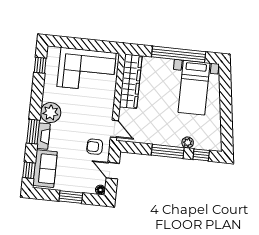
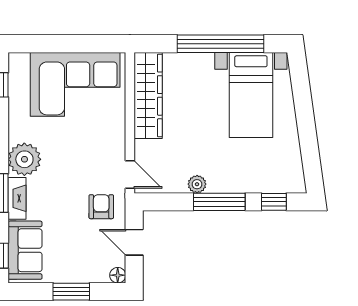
plant: (188, 142) -> (197, 184), moved
armchair: (95, 147) -> (101, 207), turned 90

